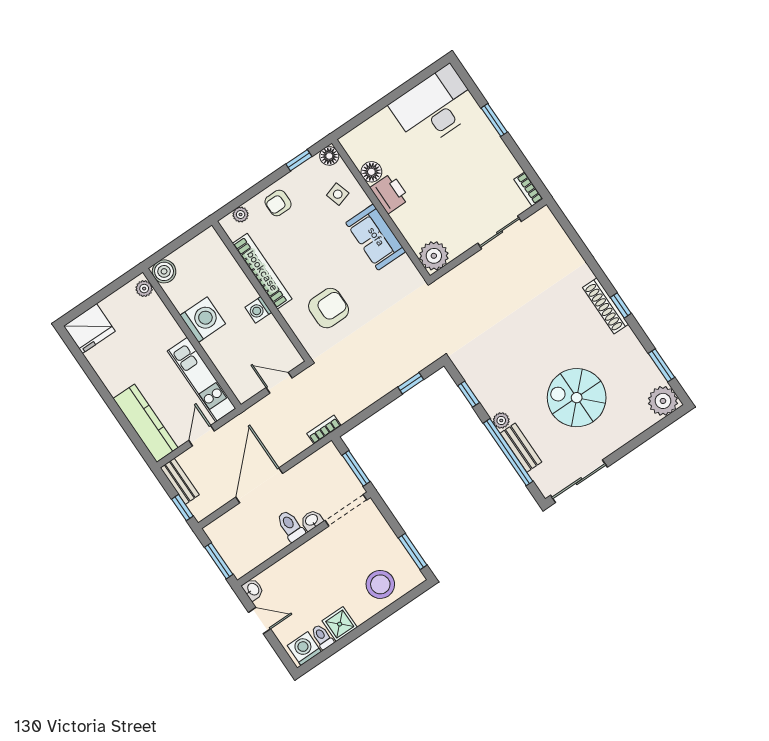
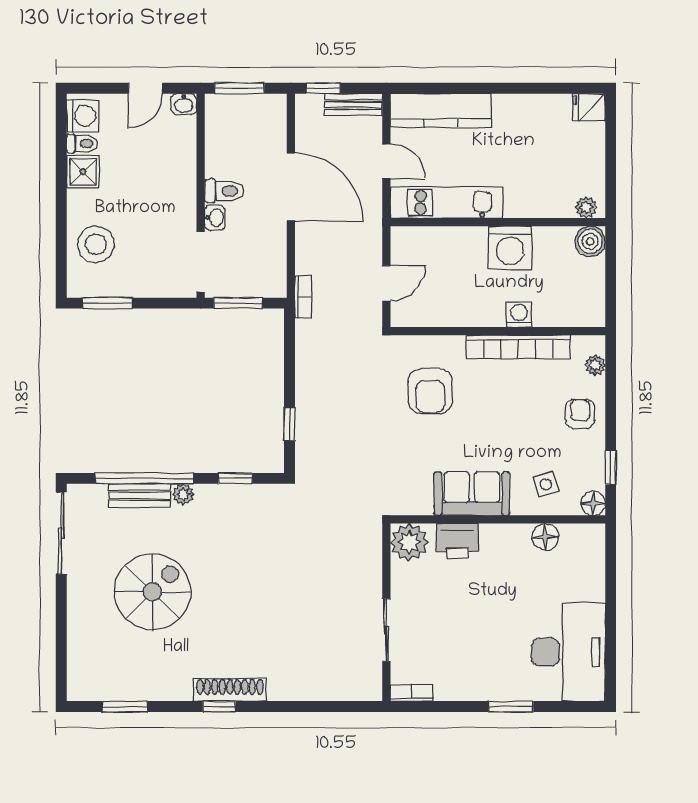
printer: (390, 193) -> (457, 541), moved
washing machine: (258, 310) -> (519, 314), moved
fridge: (89, 329) -> (589, 107), width x0.53, depth x0.75
plant: (663, 401) -> (86, 682), removed

